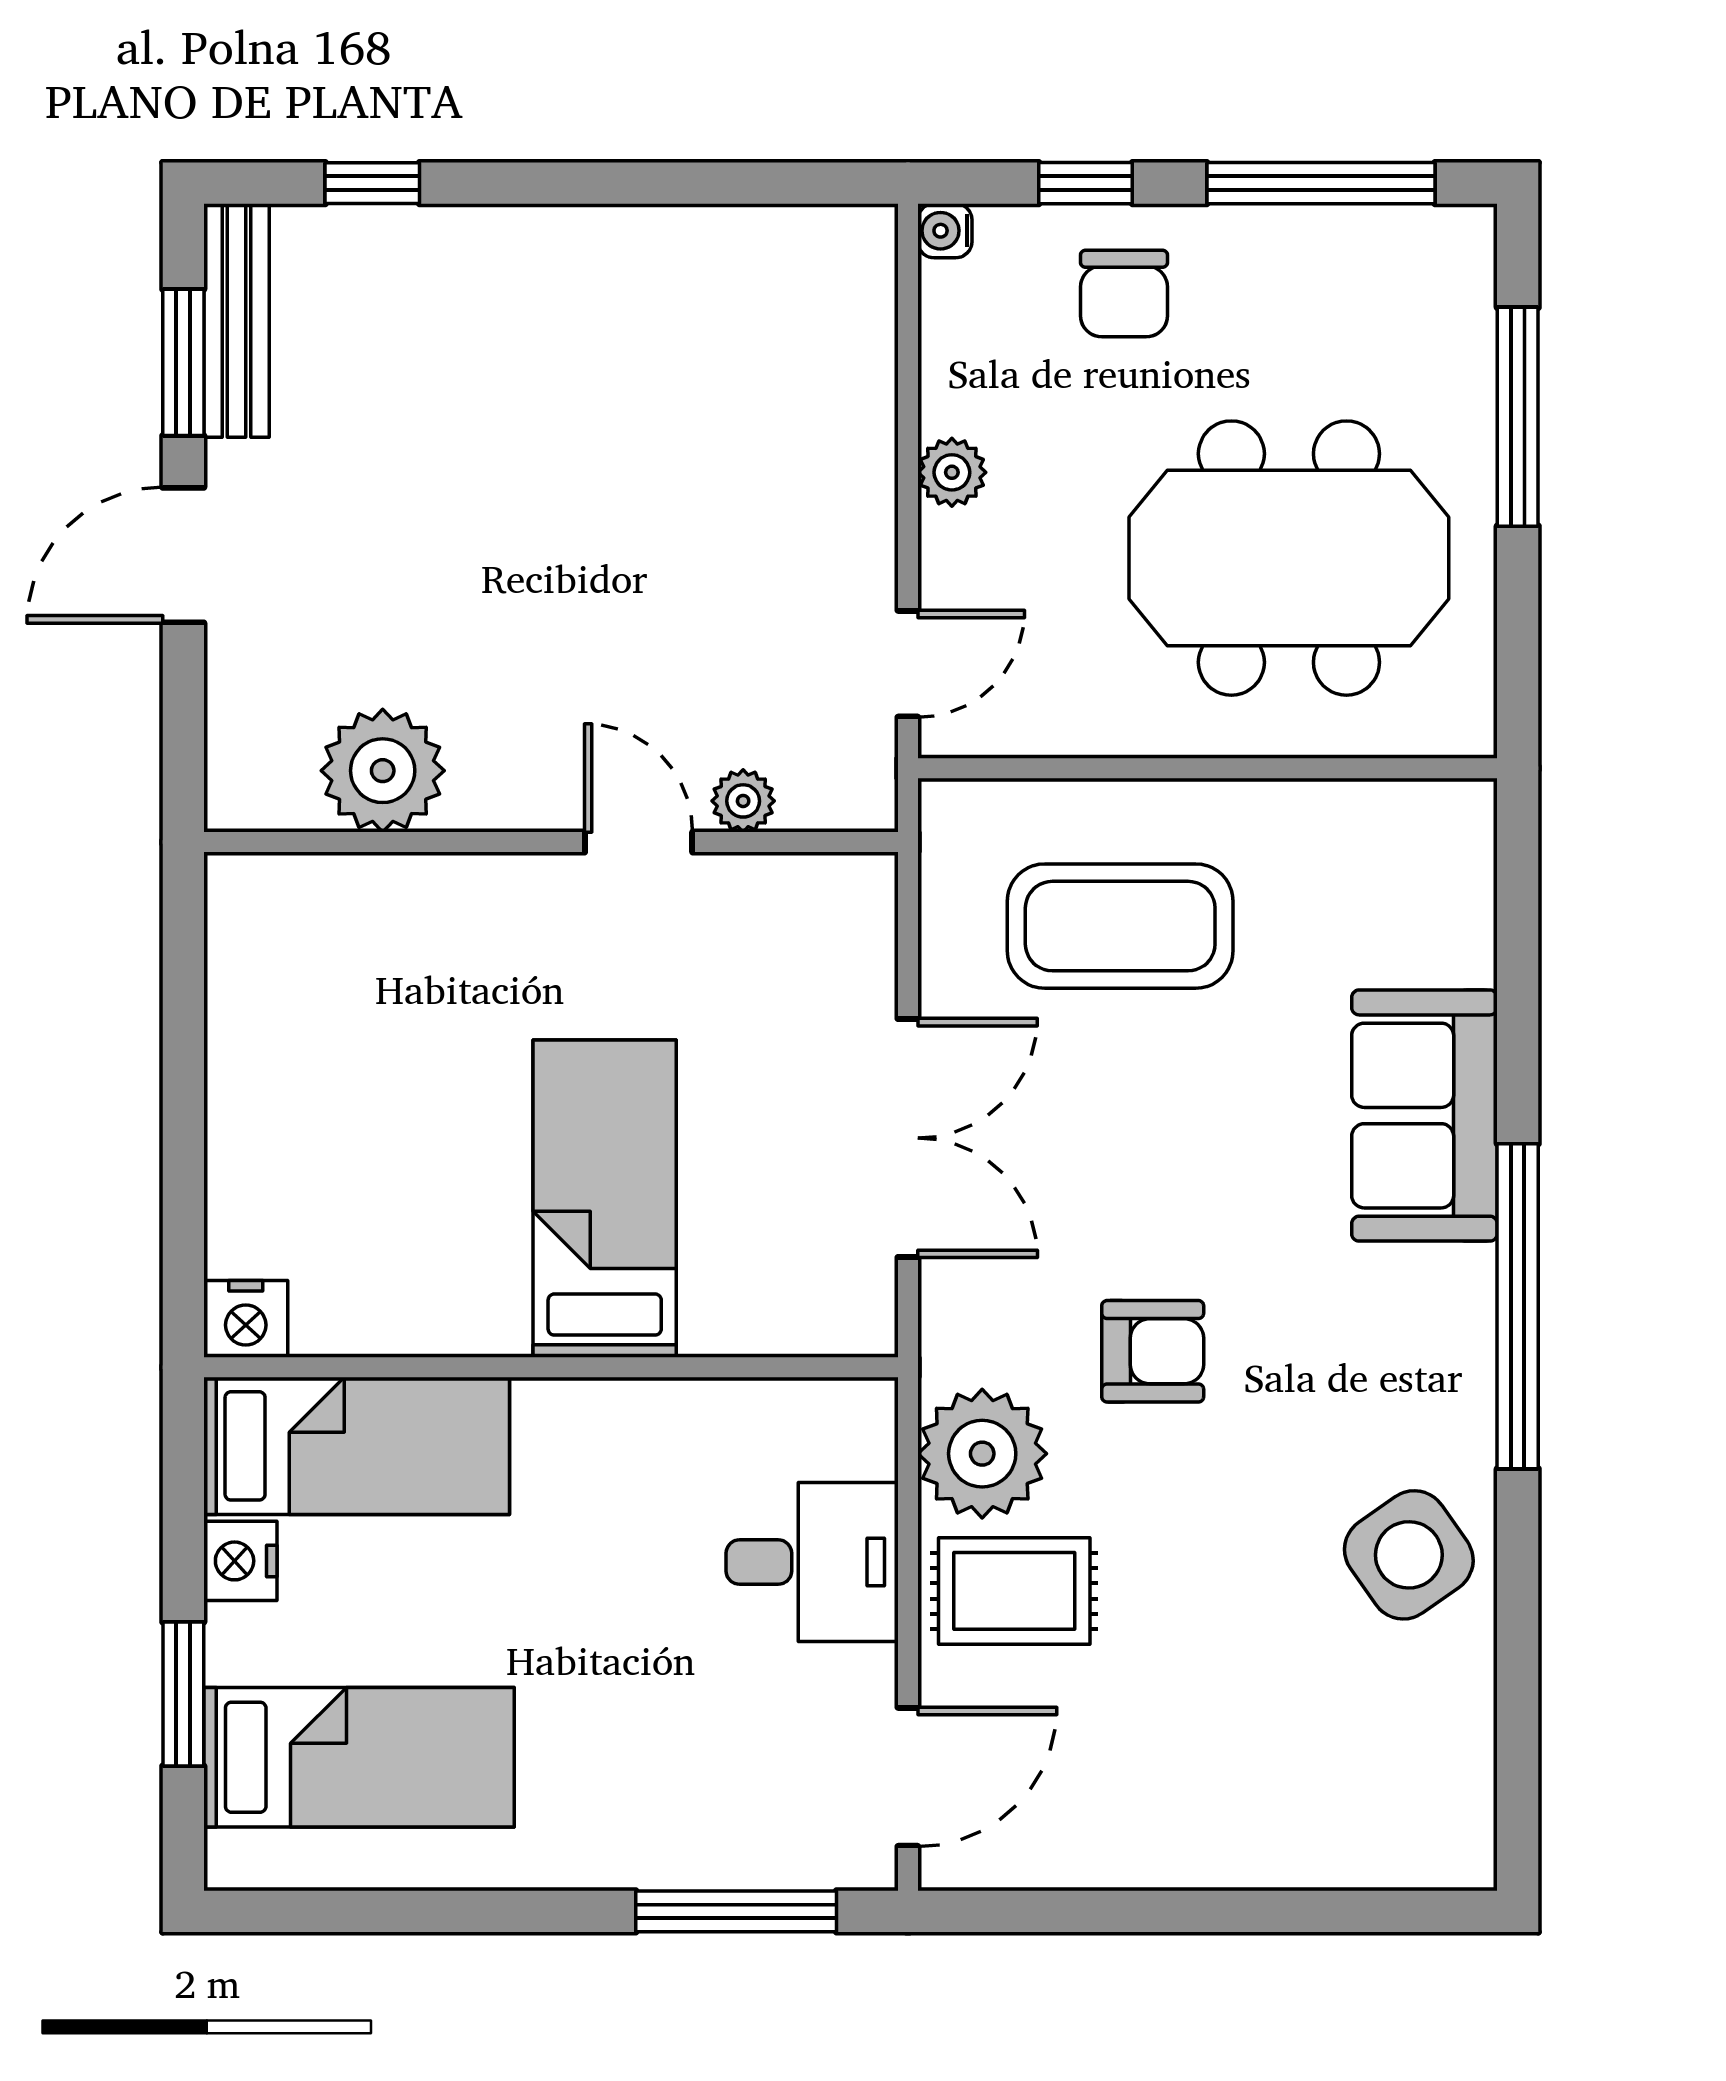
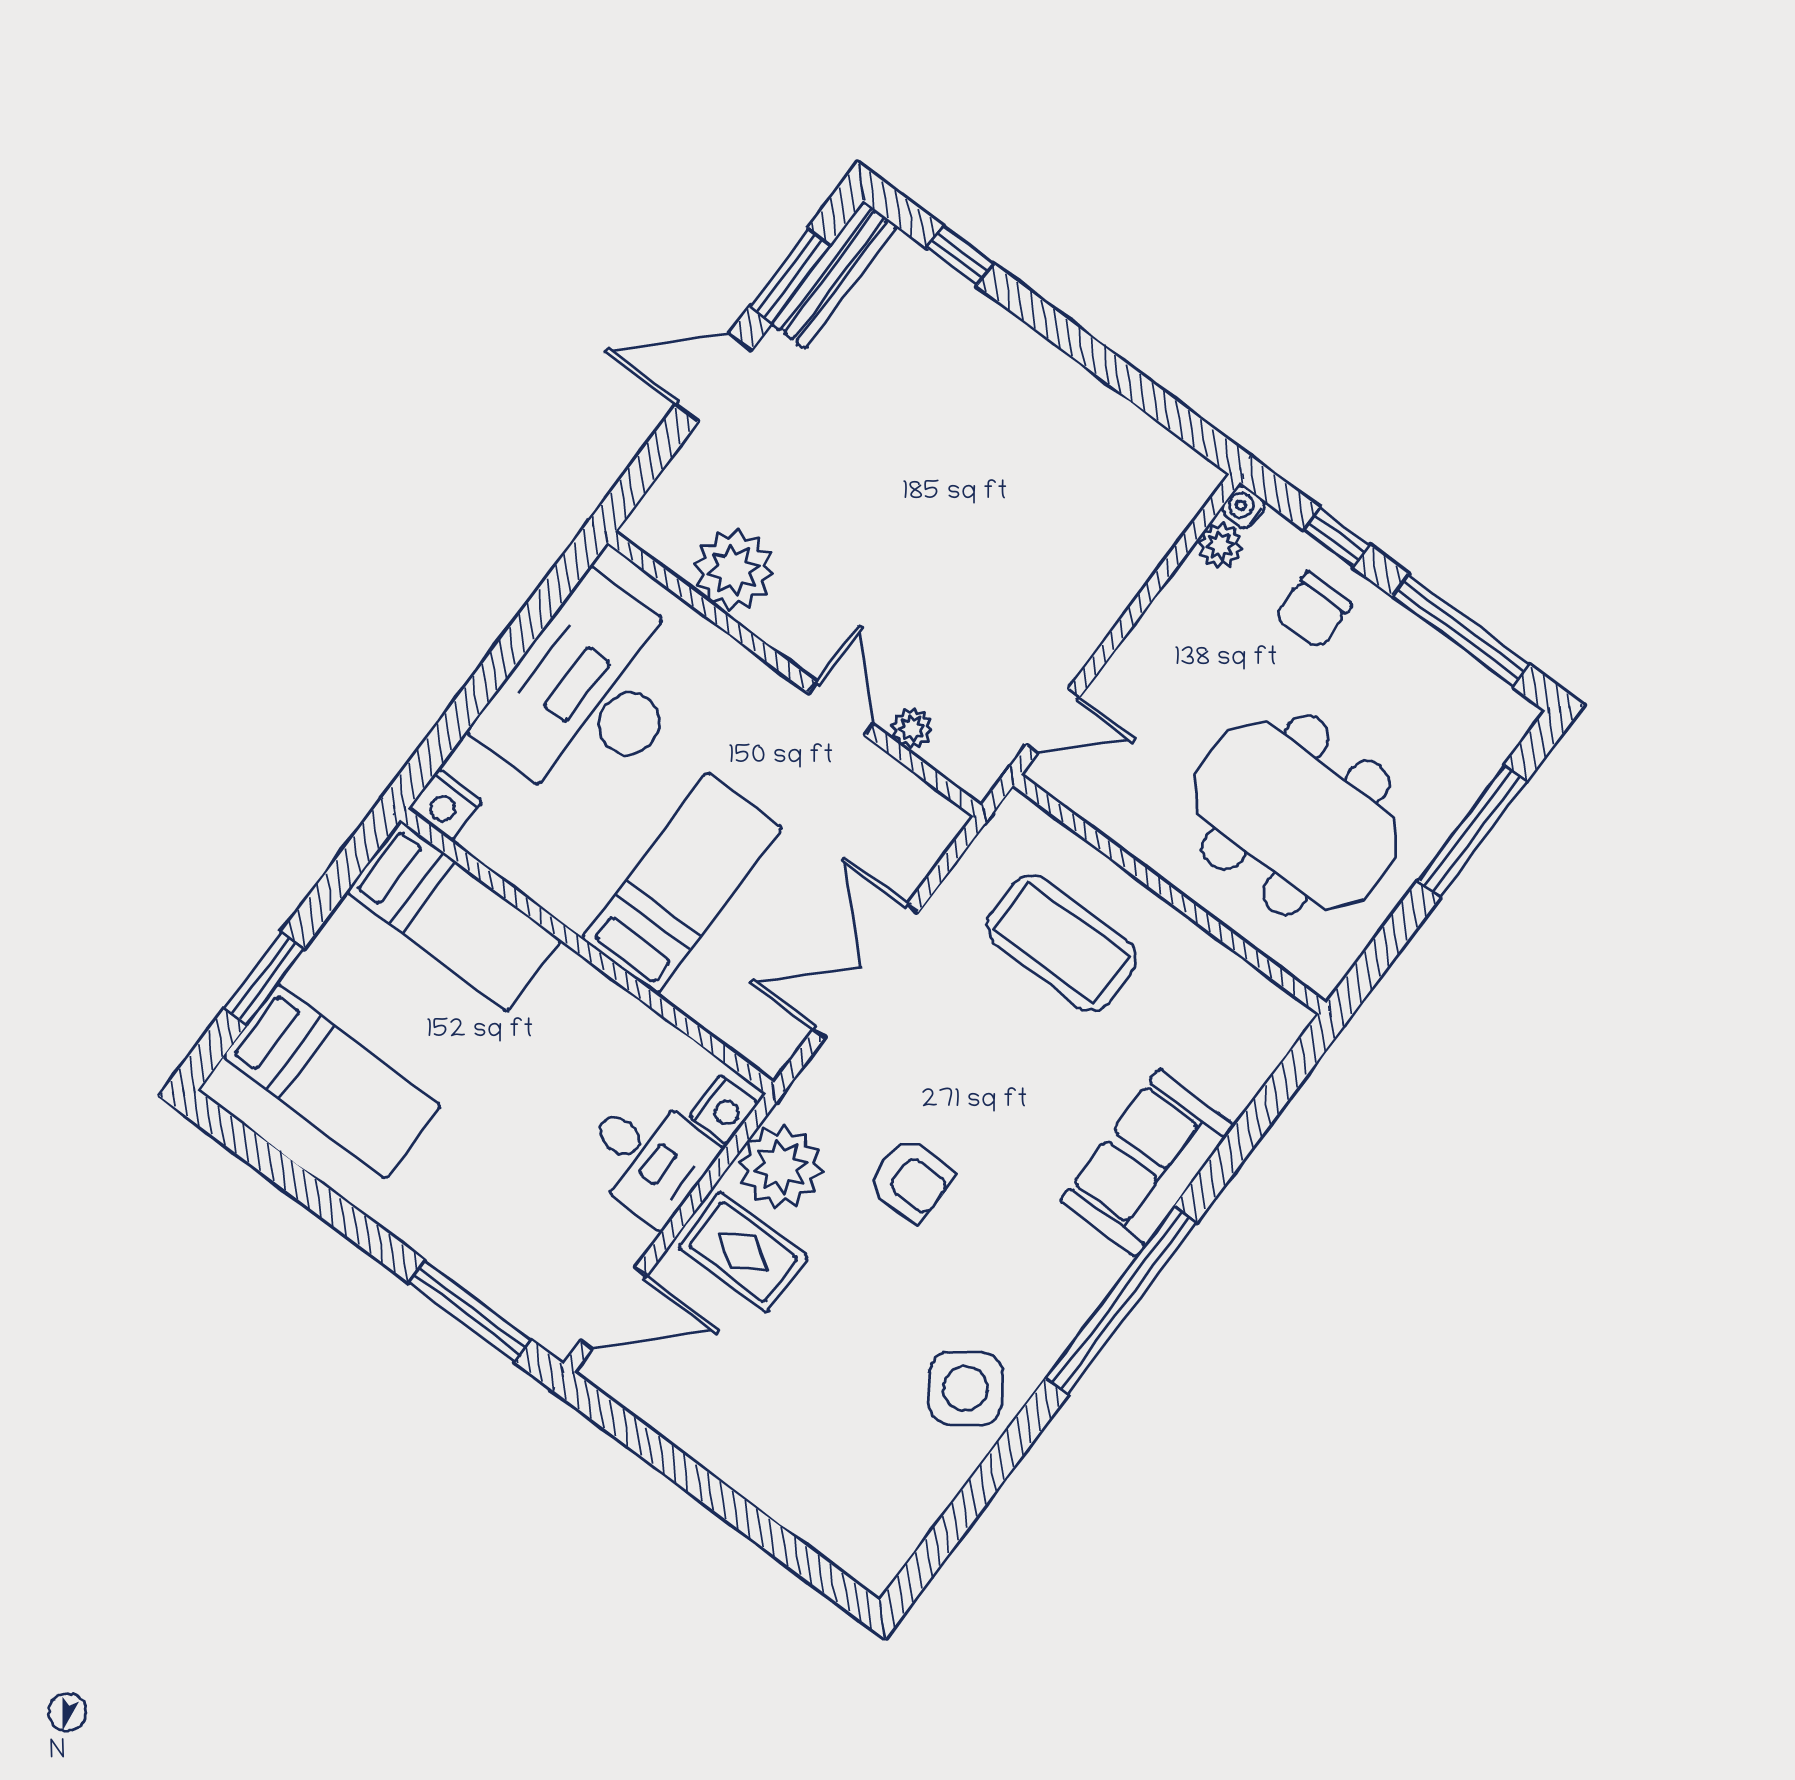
plant: (952, 472) -> (1220, 545), moved
desk: (322, 1053) -> (590, 695), added
double door: (908, 1138) -> (866, 971), swing flipped
nightstand: (240, 1561) -> (724, 1110), moved, turned 180

